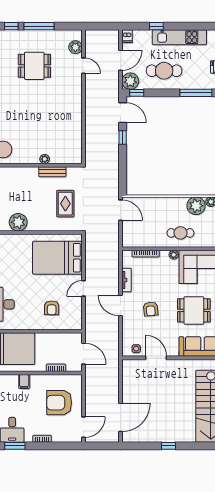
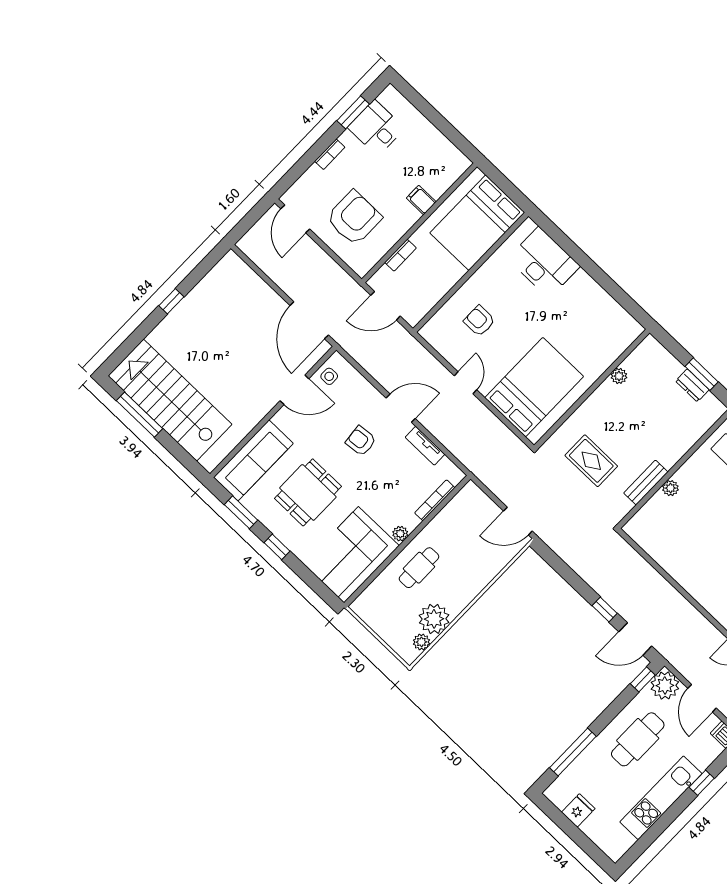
plant: (18, 222) -> (619, 376), width x0.53, depth x0.53
door: (121, 417) -> (309, 320), moved

